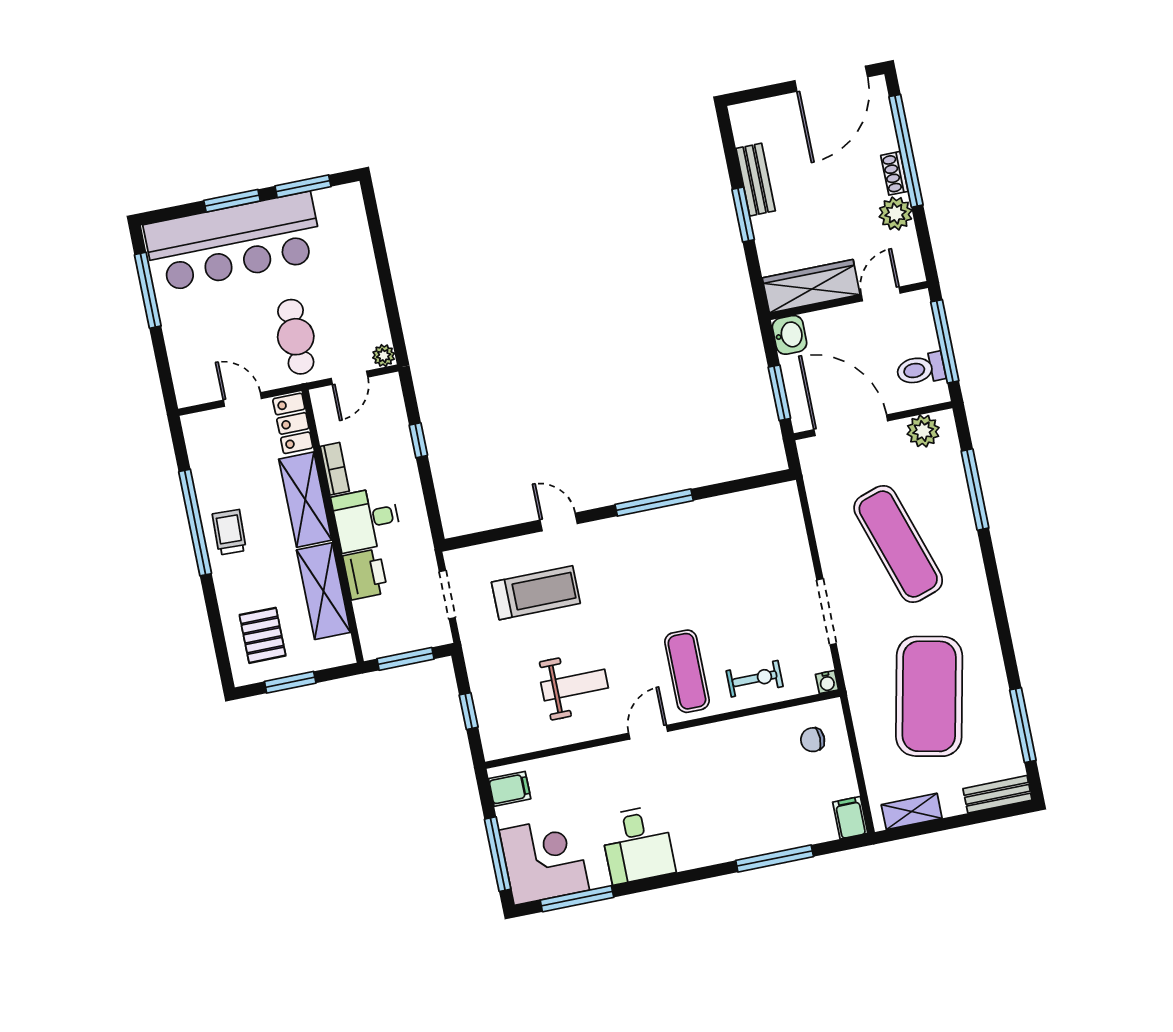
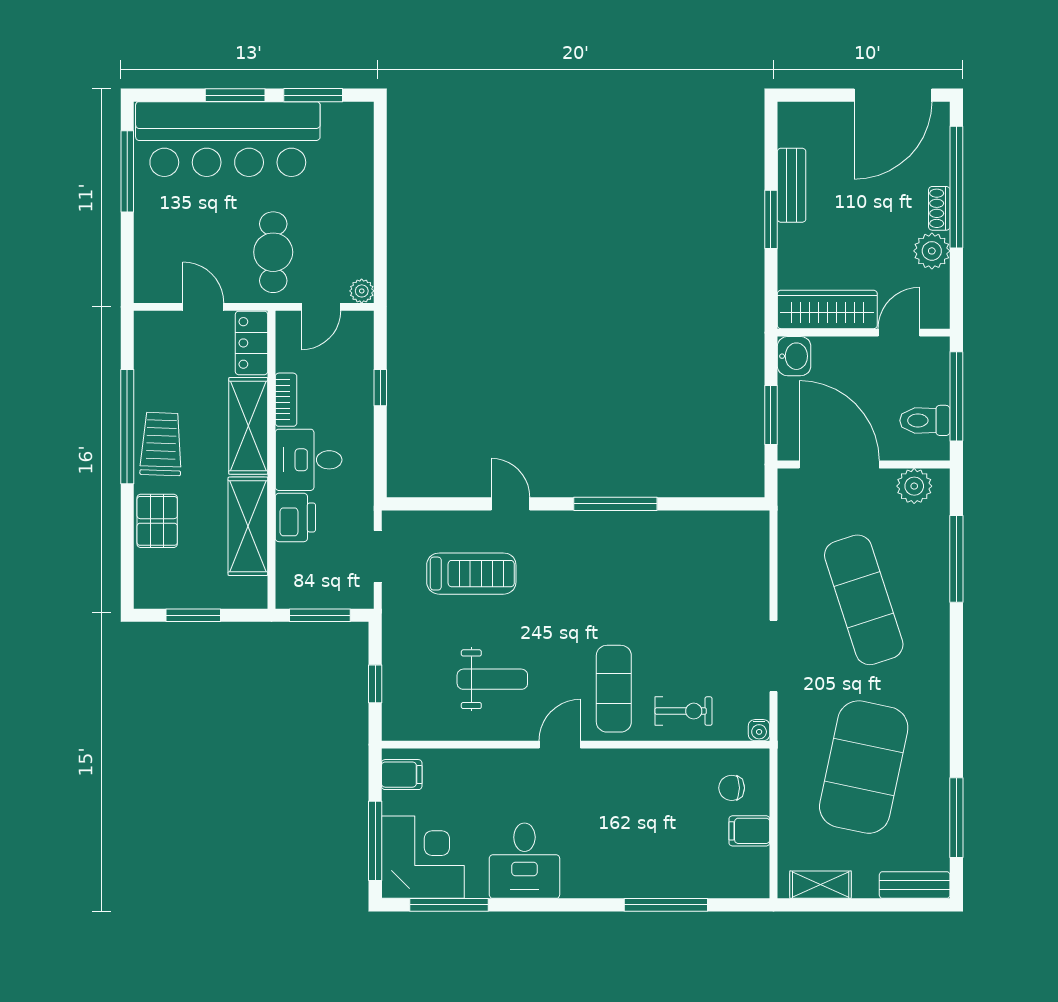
trolley: (229, 532) -> (161, 444), width x1.36, depth x1.39
pallet: (263, 635) -> (157, 521), moved
filing cabinet: (850, 818) -> (749, 831), moved, turned -90

